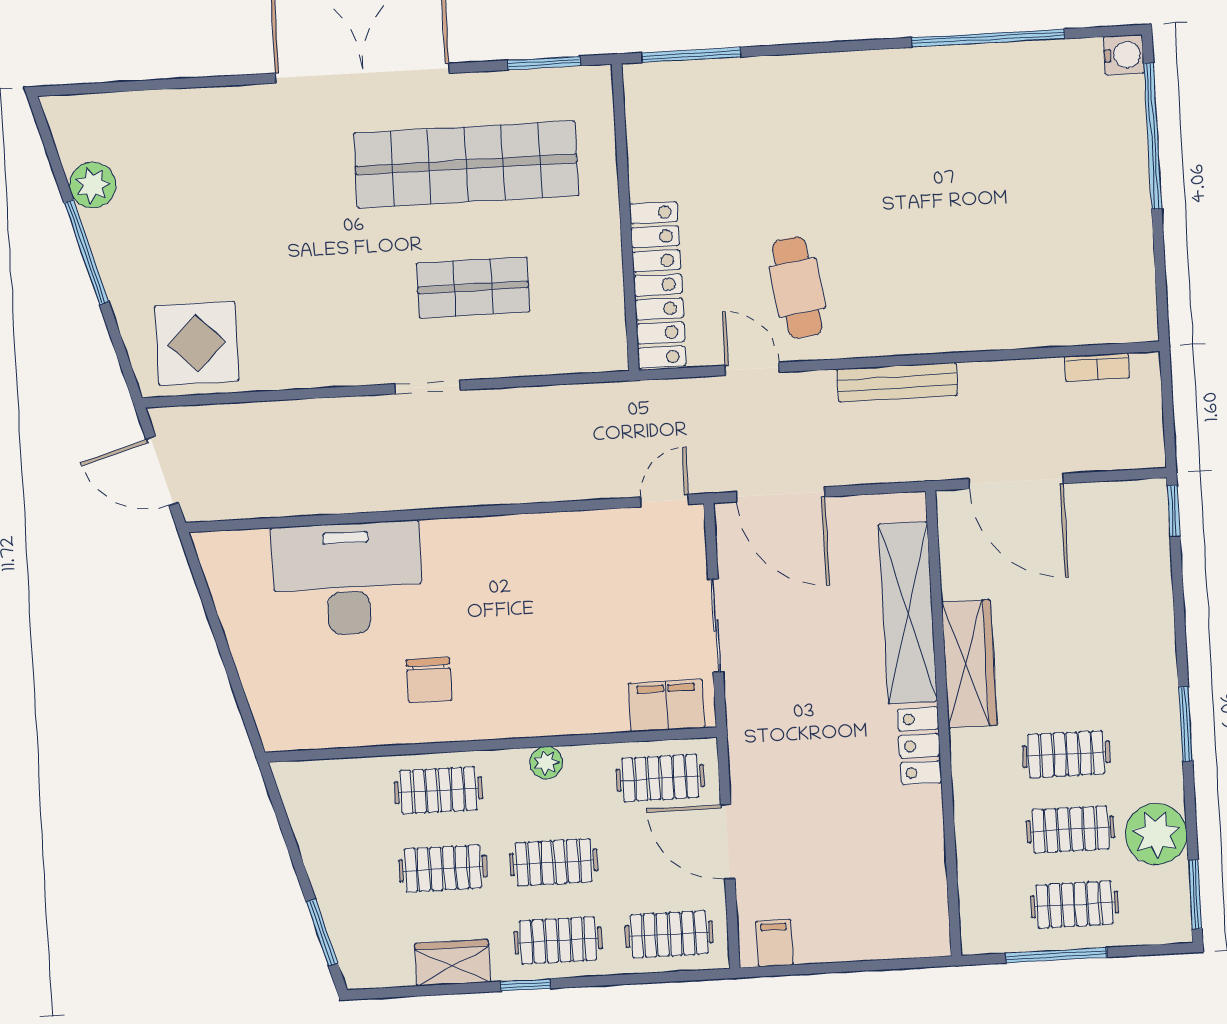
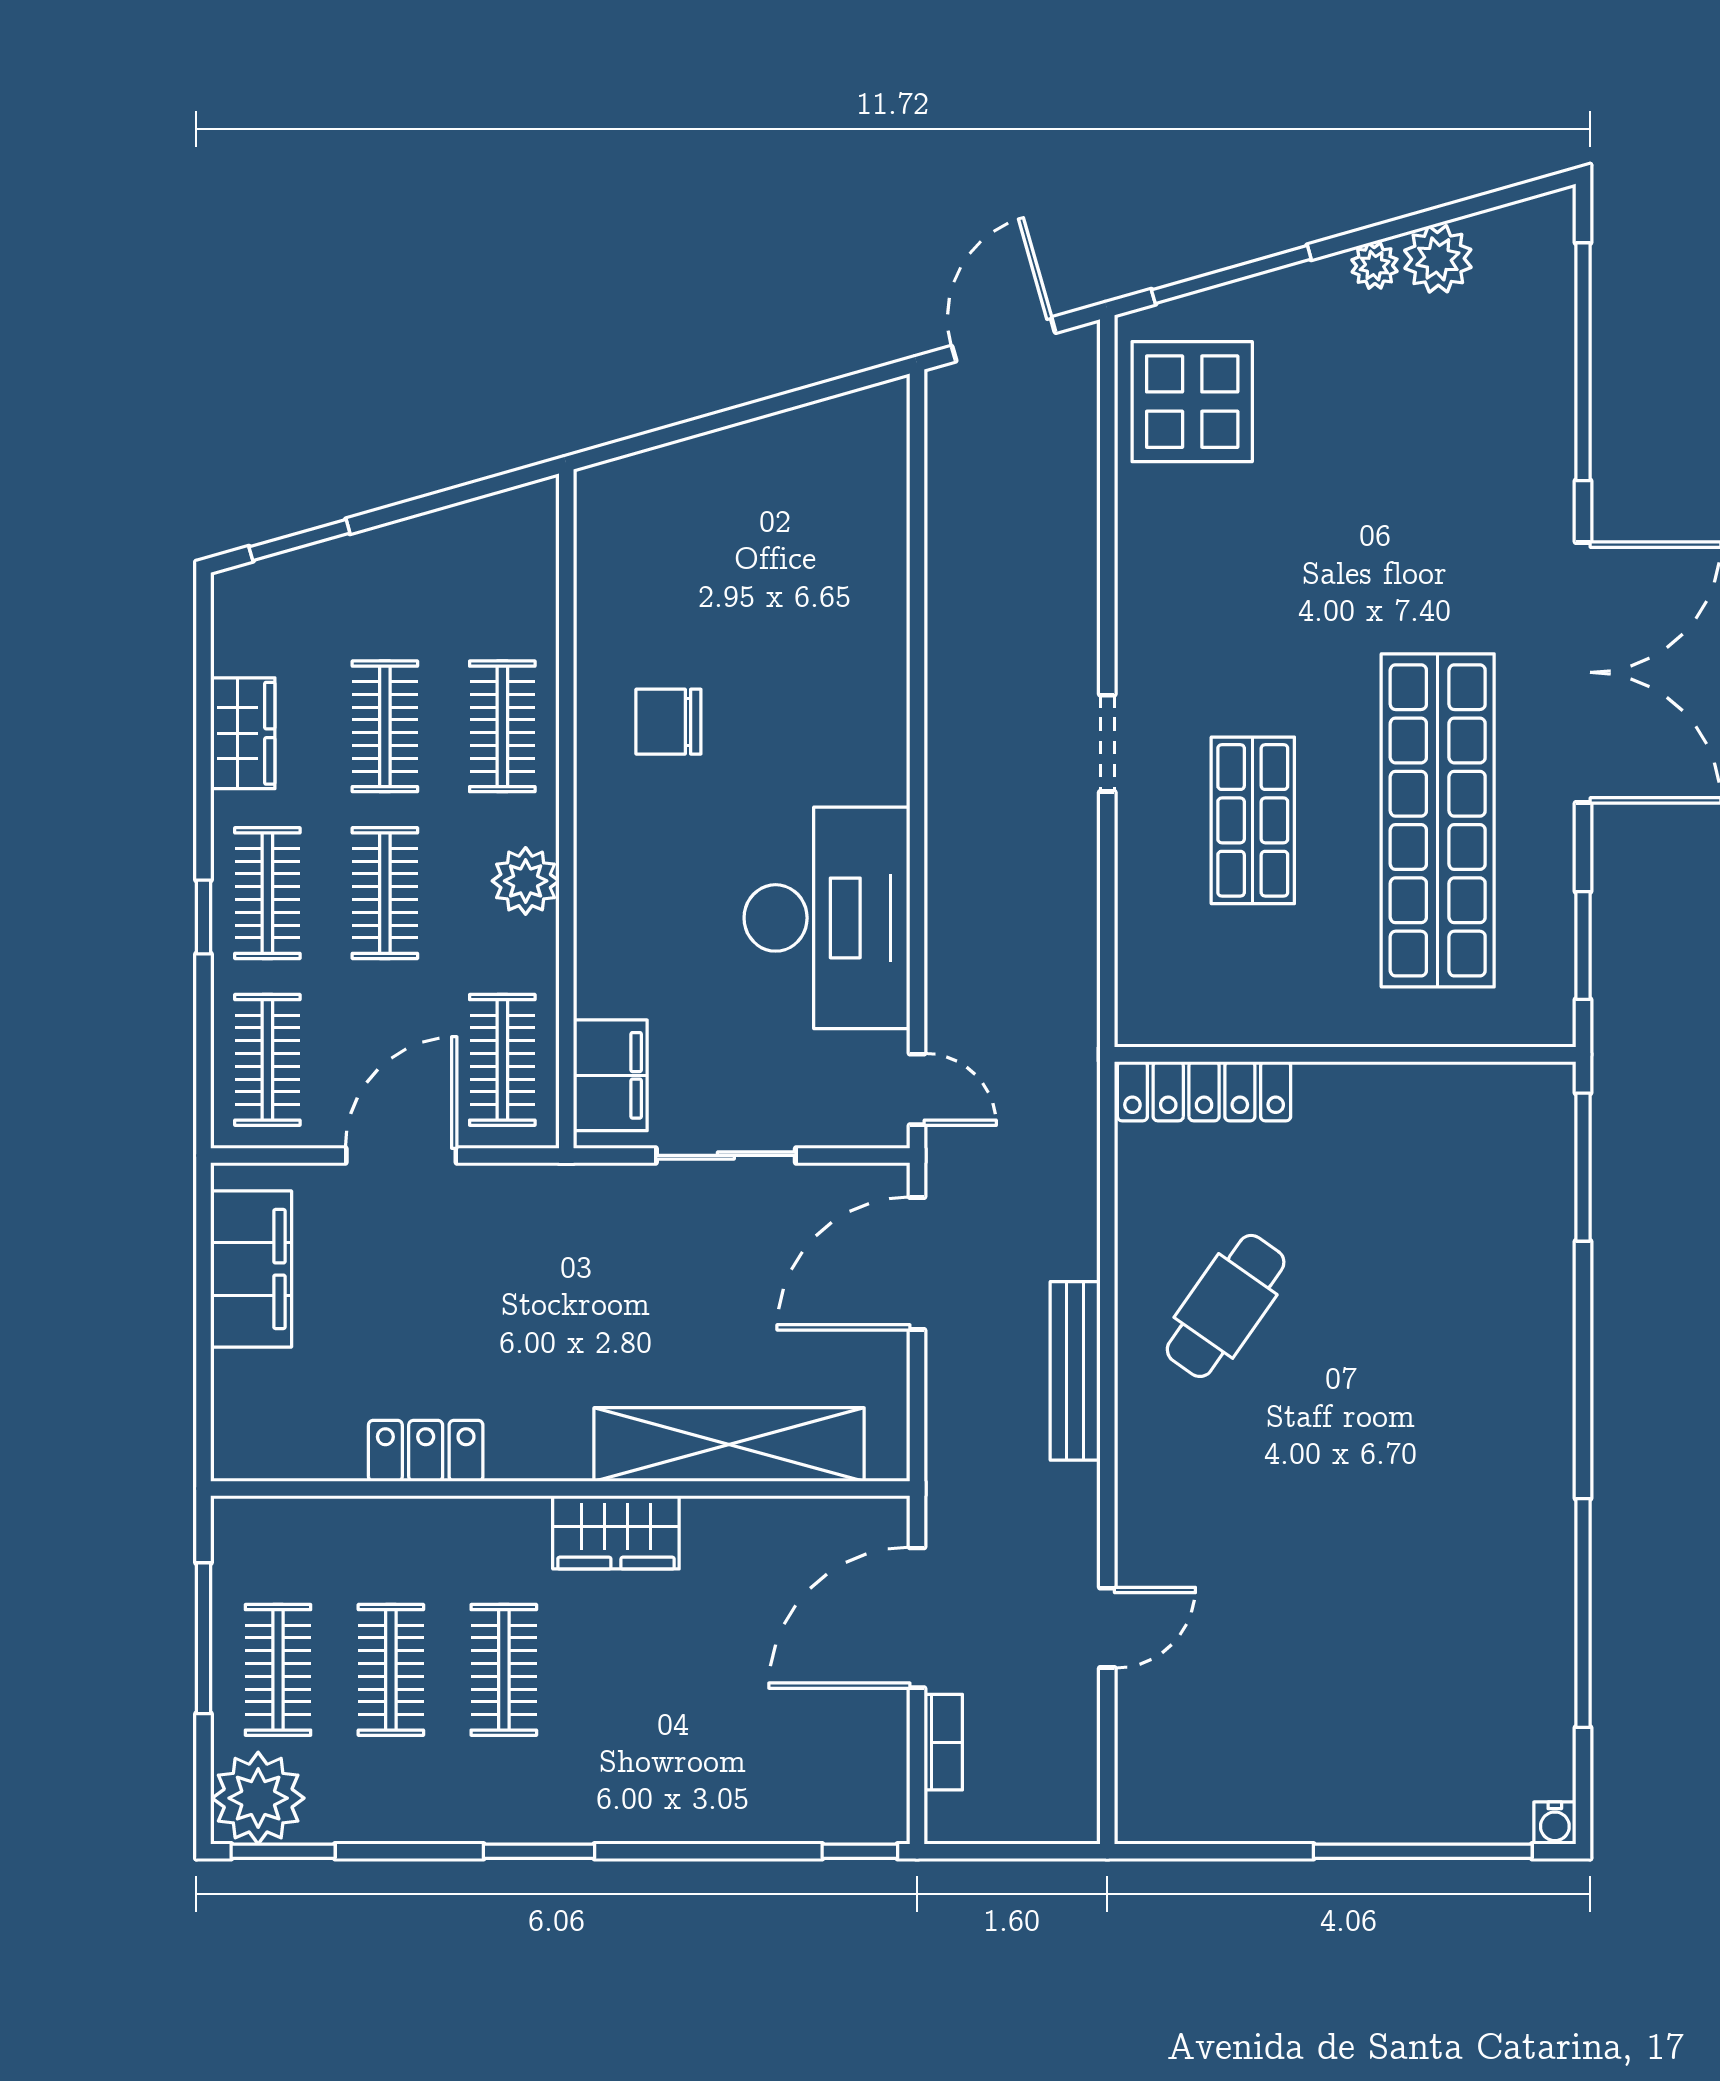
water cooler: (1124, 55) -> (1555, 1823), width x0.72, depth x0.72
window: (156, 85) -> (1583, 362), added
plant: (99, 227) -> (1375, 266), added
window: (86, 252) -> (1231, 274), moved
locker: (658, 285) -> (1204, 1091), width x0.71, depth x0.83
cafe table: (797, 287) -> (1226, 1306), turned -47
bookcase: (1097, 367) -> (943, 1742), moved, turned 180
door: (752, 369) -> (1107, 1628), moved
bench: (897, 382) -> (1075, 1371), moved
desk: (347, 579) -> (827, 918), moved
wardrobe: (969, 664) -> (616, 1532), width x0.67
locker: (919, 746) -> (426, 1451), moved
plant: (546, 763) -> (526, 881), width x1.38, depth x1.38
plant: (1156, 834) -> (258, 1798), moved
filing cabinet: (774, 943) -> (251, 1269), width x3.00, depth x1.17
window: (525, 985) -> (203, 917), moved

